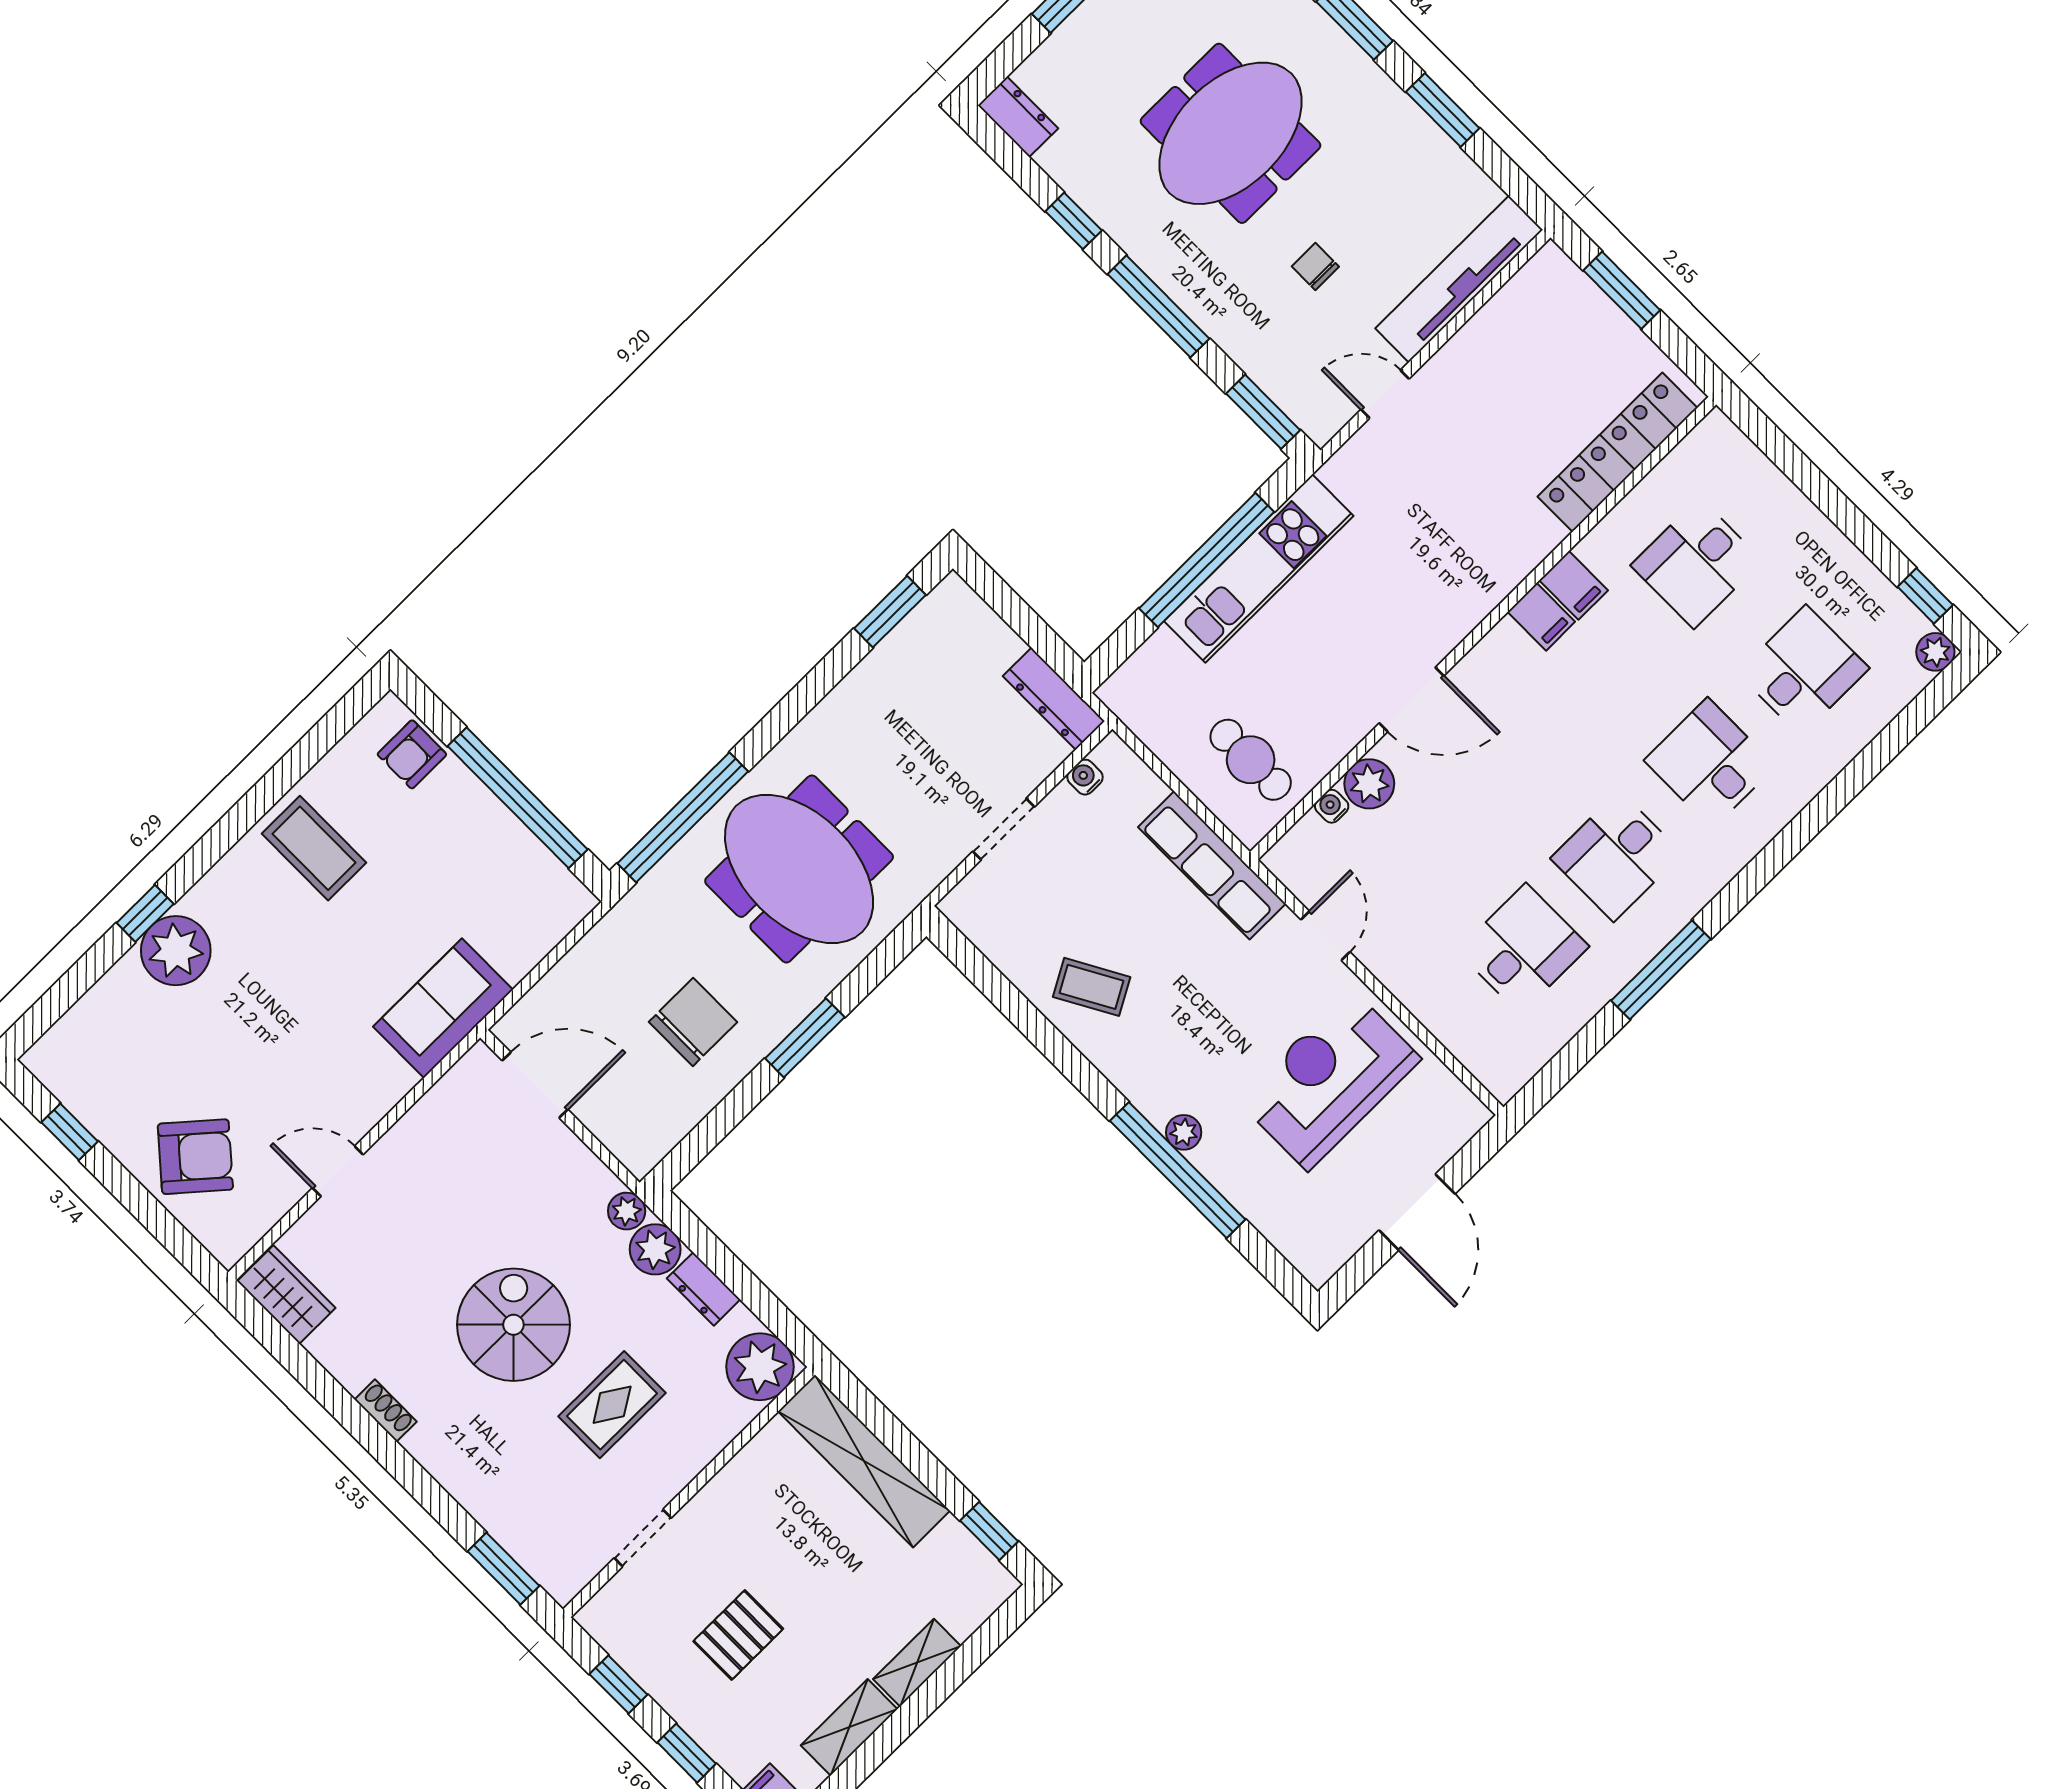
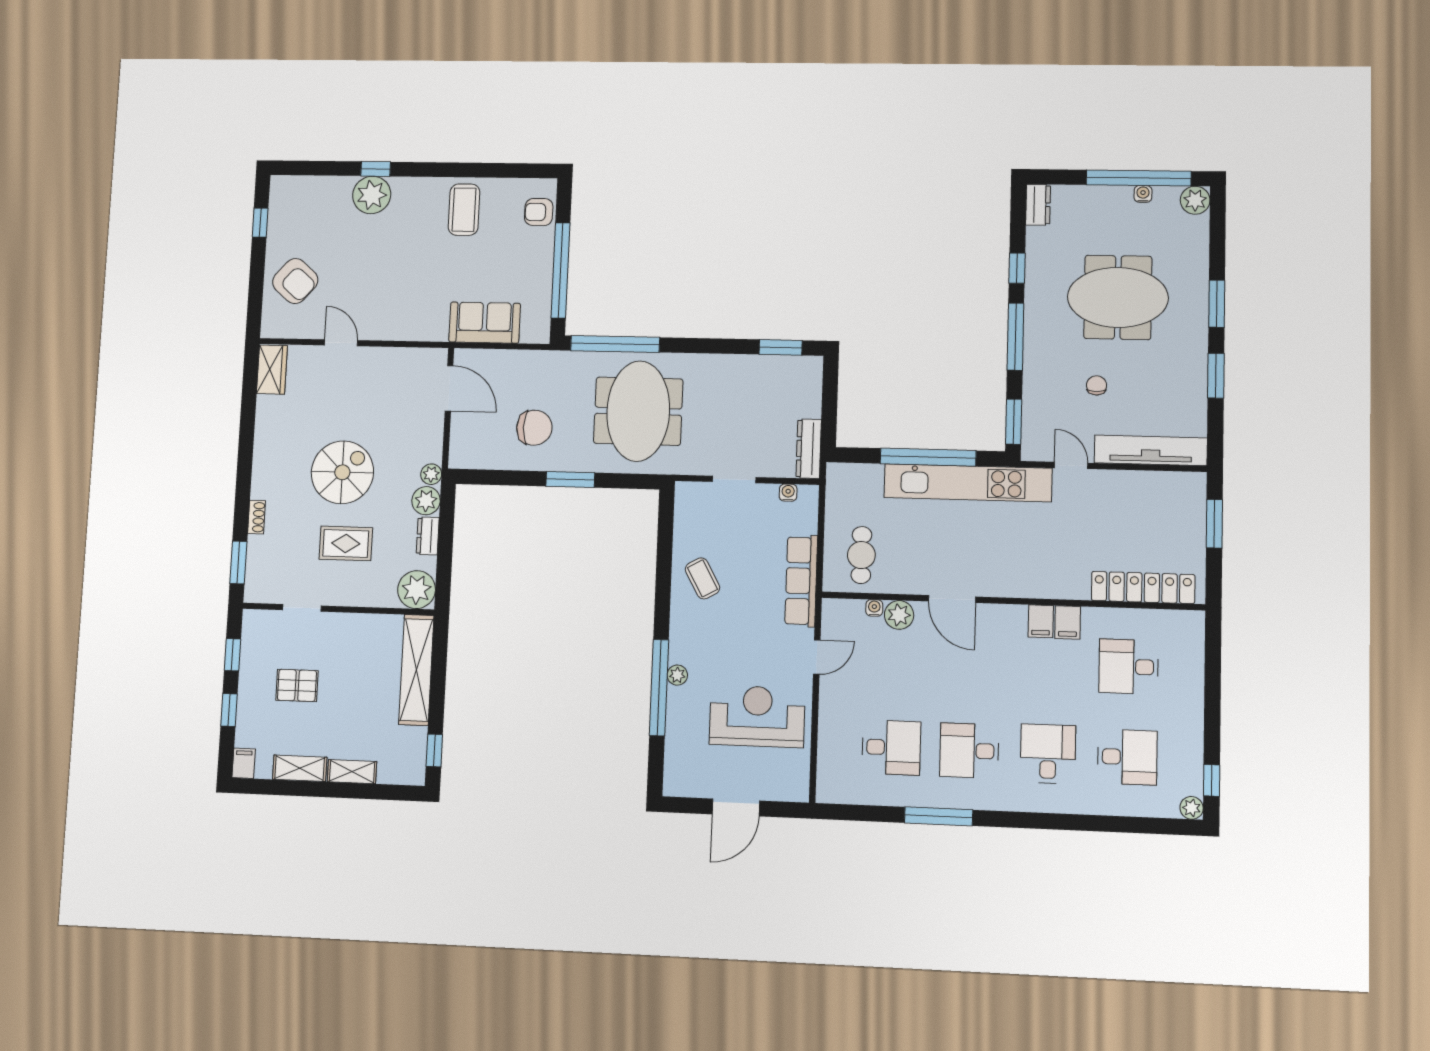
kitchen unit: (1259, 568) -> (968, 483), width x1.36
sofa: (443, 1008) -> (485, 323), moved
shoe rack: (386, 1411) -> (257, 517), moved

